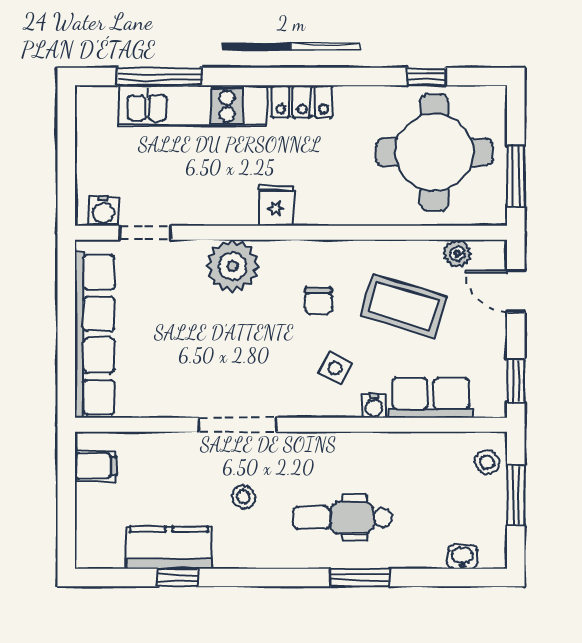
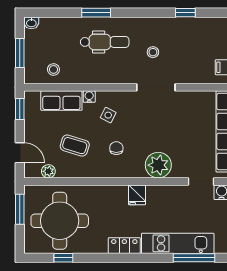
coffee table: (403, 306) -> (75, 146), width x0.73, depth x0.77
stool: (487, 462) -> (53, 69), moved
kitchen counter: (169, 548) -> (189, 27), removed
washbasin: (462, 557) -> (31, 23), moved

